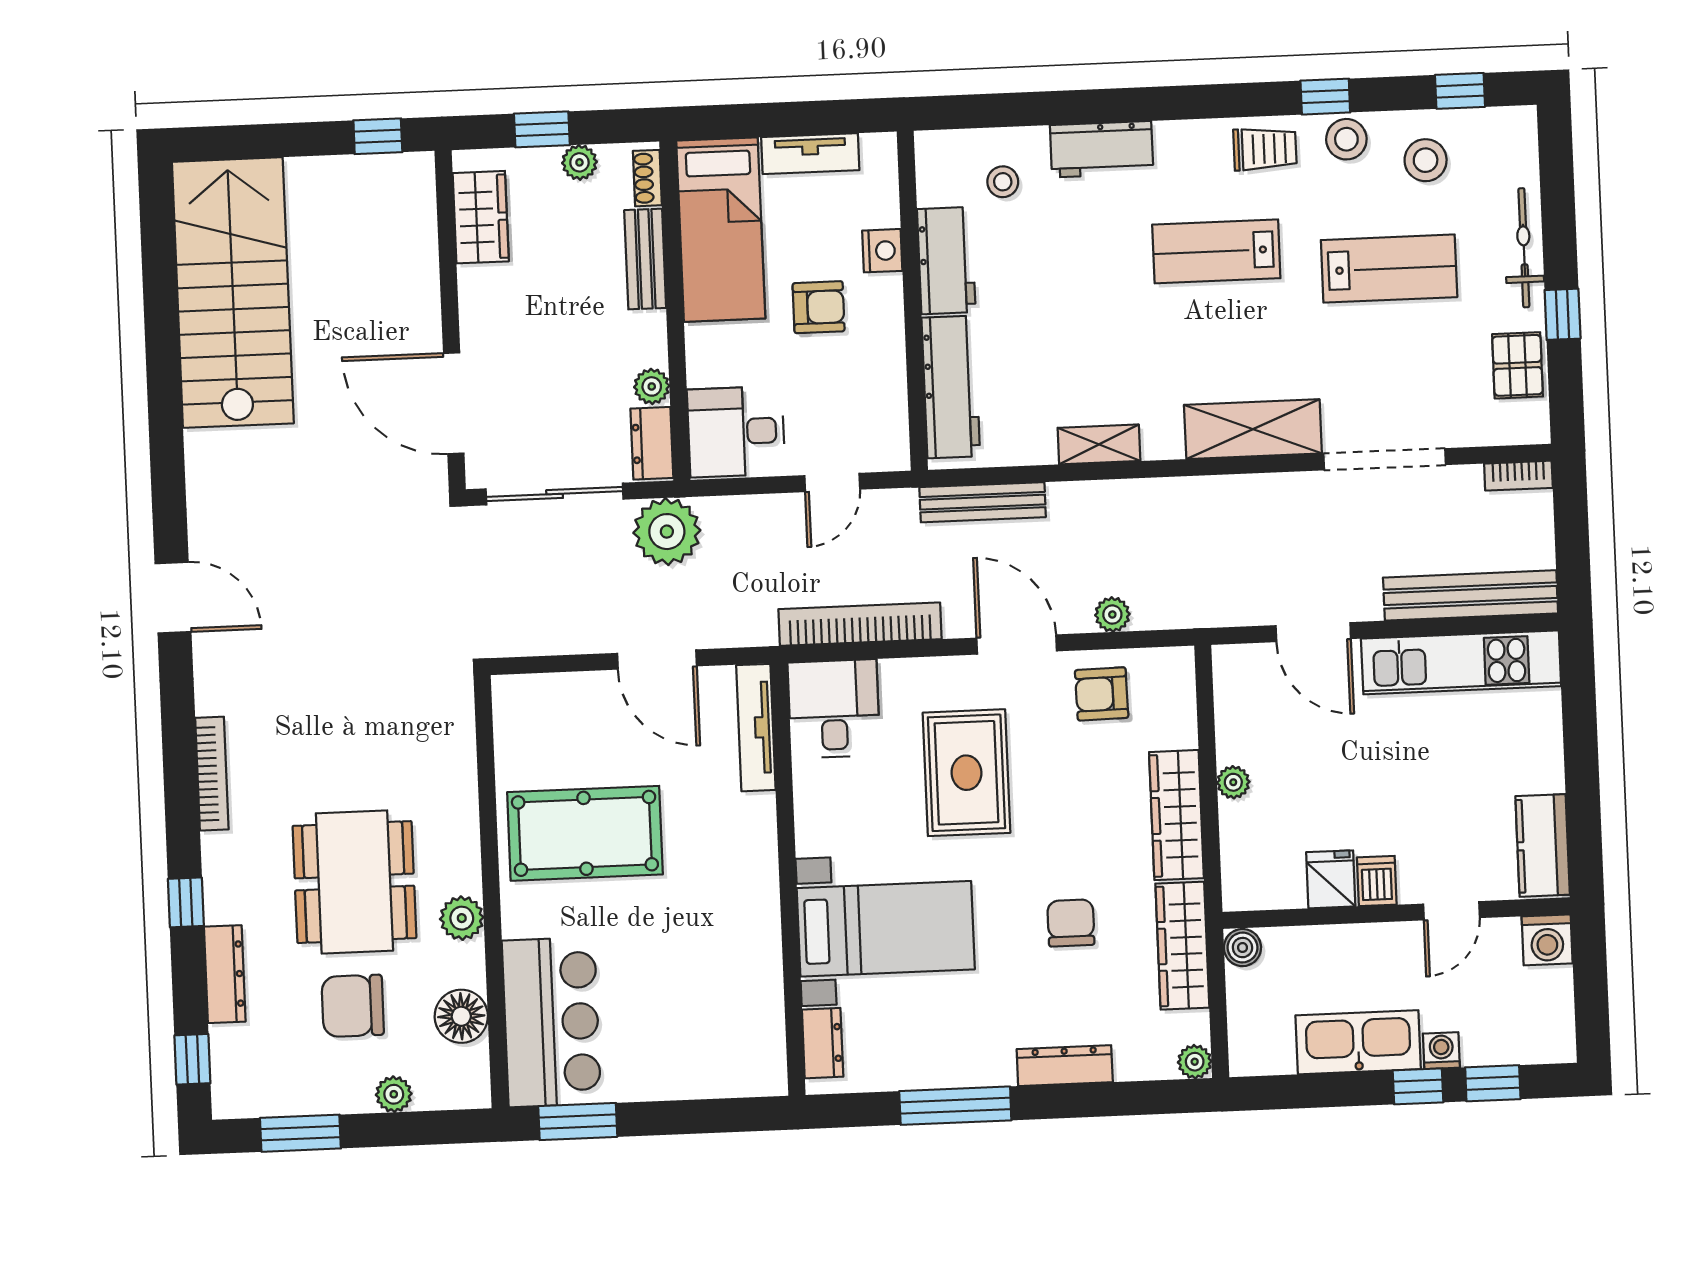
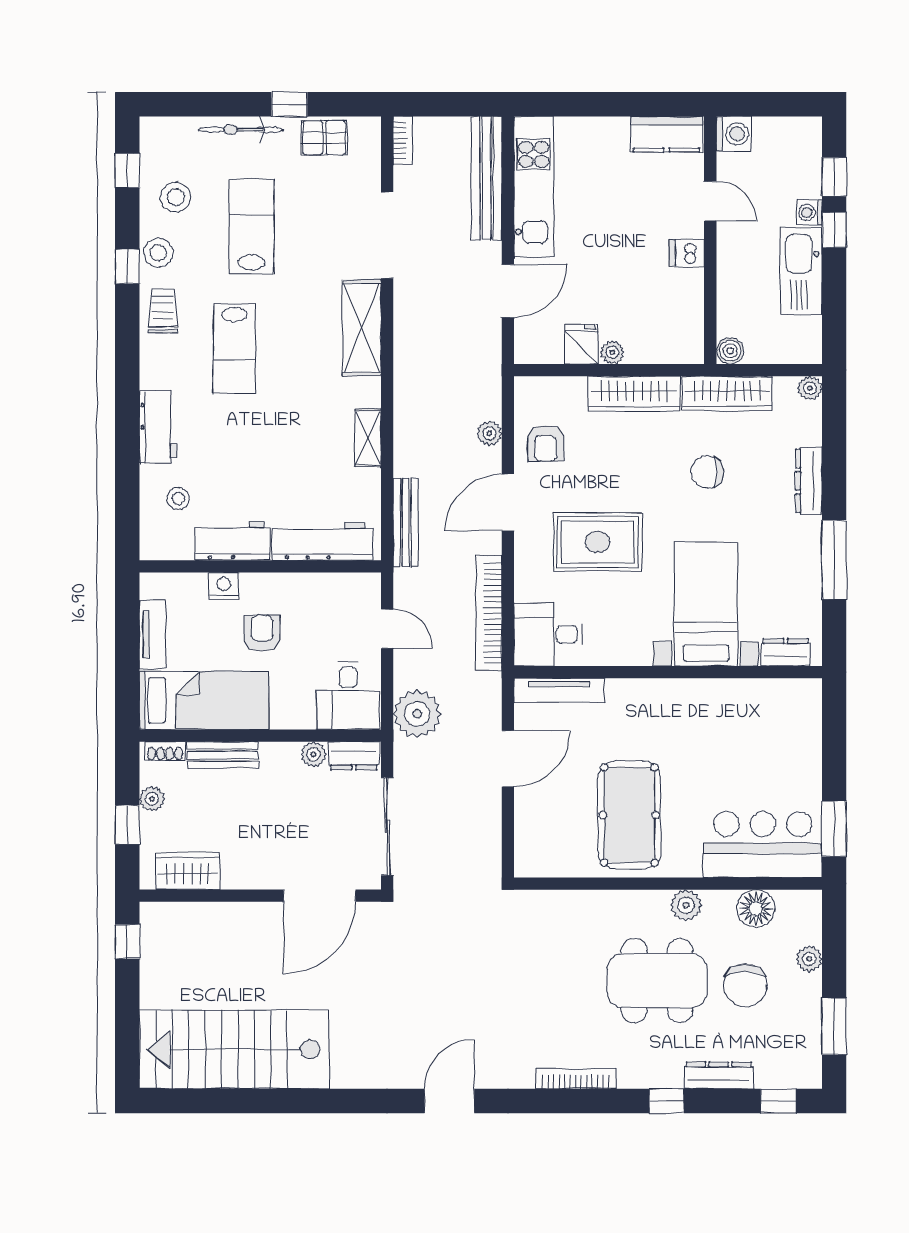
plant: (667, 532) -> (417, 714), moved
fridge: (1331, 879) -> (582, 344), moved, turned 90

